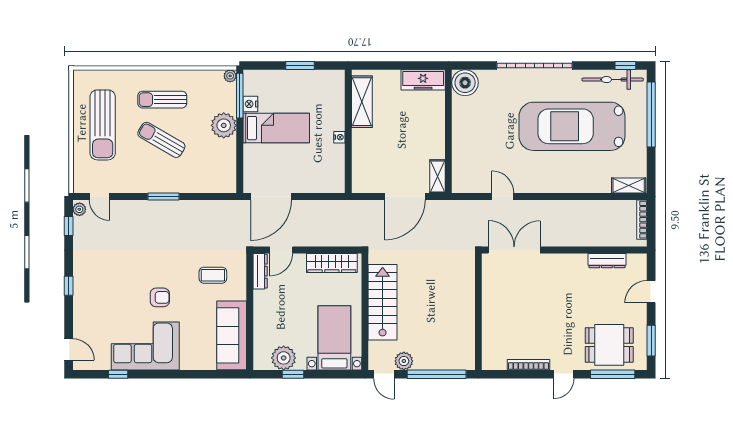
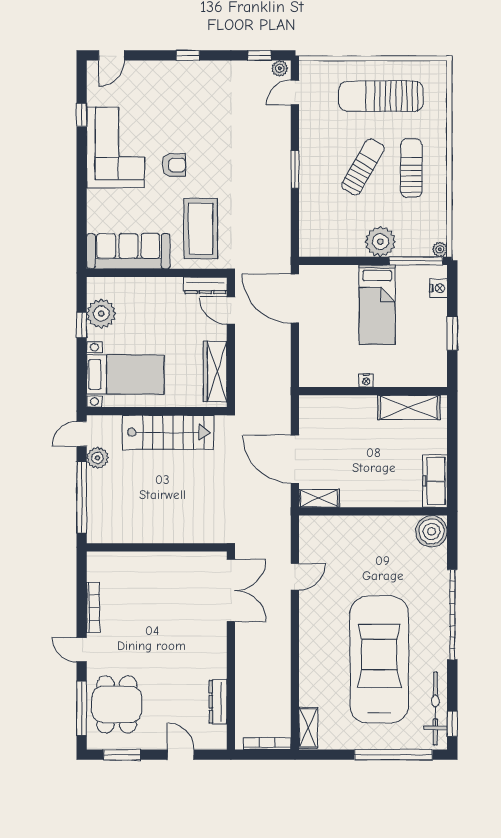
nightstand: (250, 104) -> (439, 288), moved, turned 90
coffee table: (213, 275) -> (201, 229), width x1.86, depth x1.72
armchair: (160, 297) -> (174, 165), turned -90

